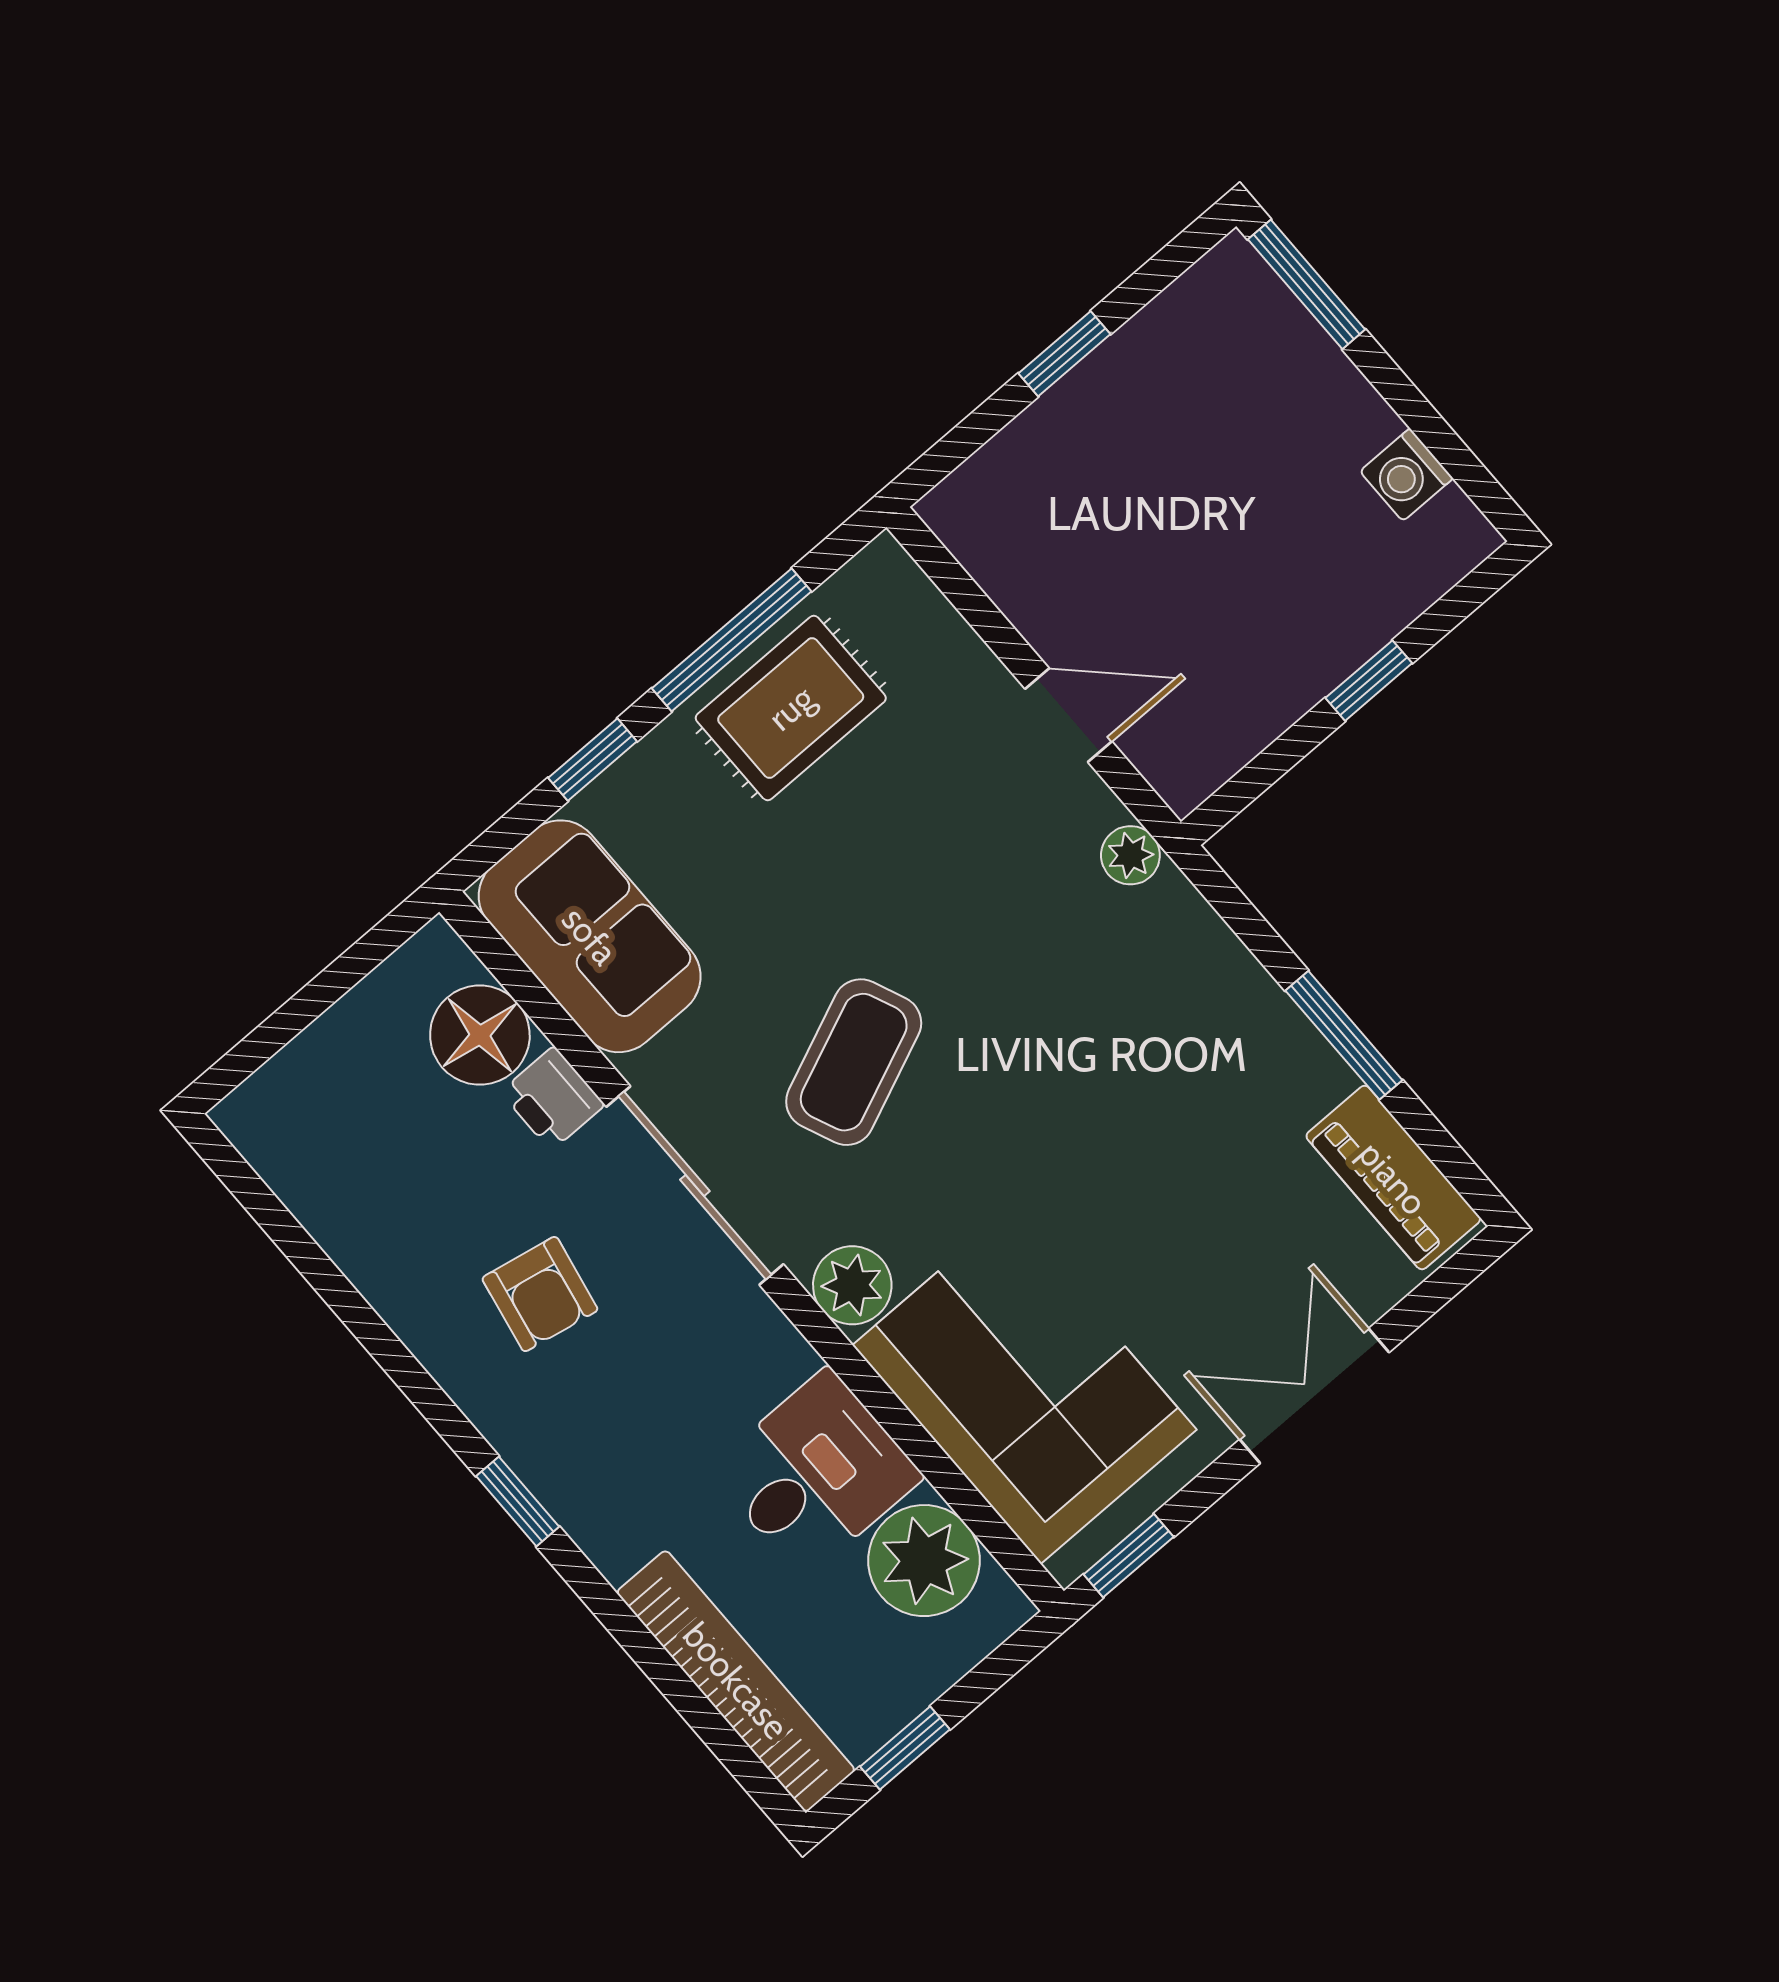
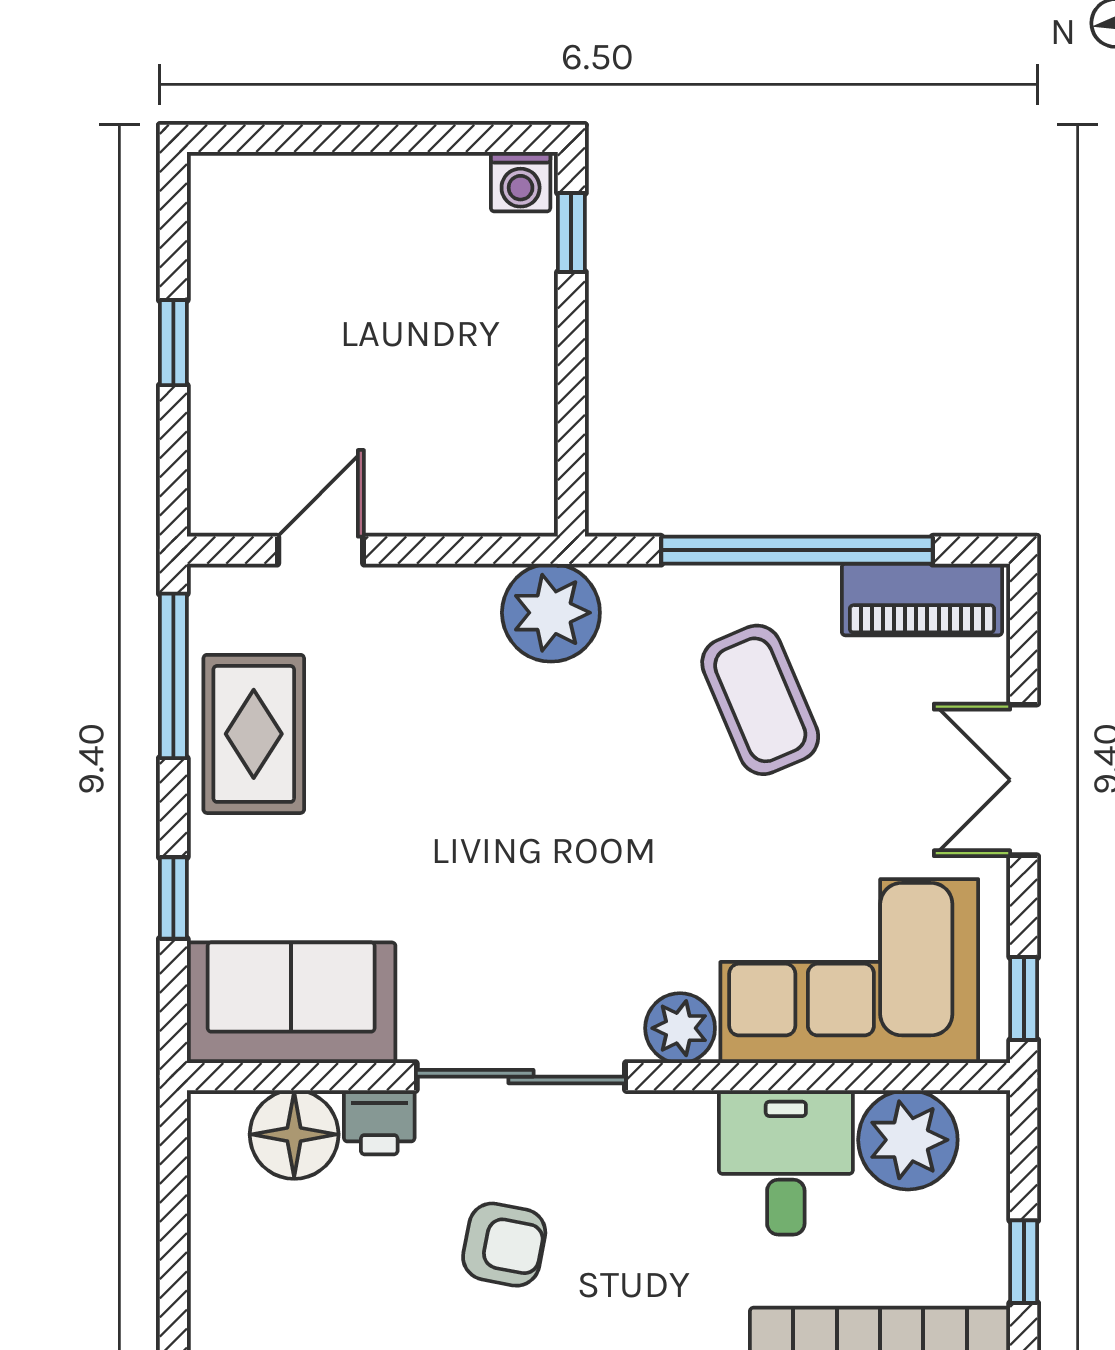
window: (1307, 284) -> (267, 138), removed
washing machine: (1406, 475) -> (521, 182), moved
window: (732, 640) -> (173, 676), moved
window: (1369, 681) -> (571, 232), moved
door: (1068, 715) -> (321, 550), moved
plant: (1130, 855) -> (551, 613), width x1.88, depth x1.88
window: (1344, 1035) -> (797, 550), width x2.11
coffee table: (854, 1062) -> (760, 700), moved

